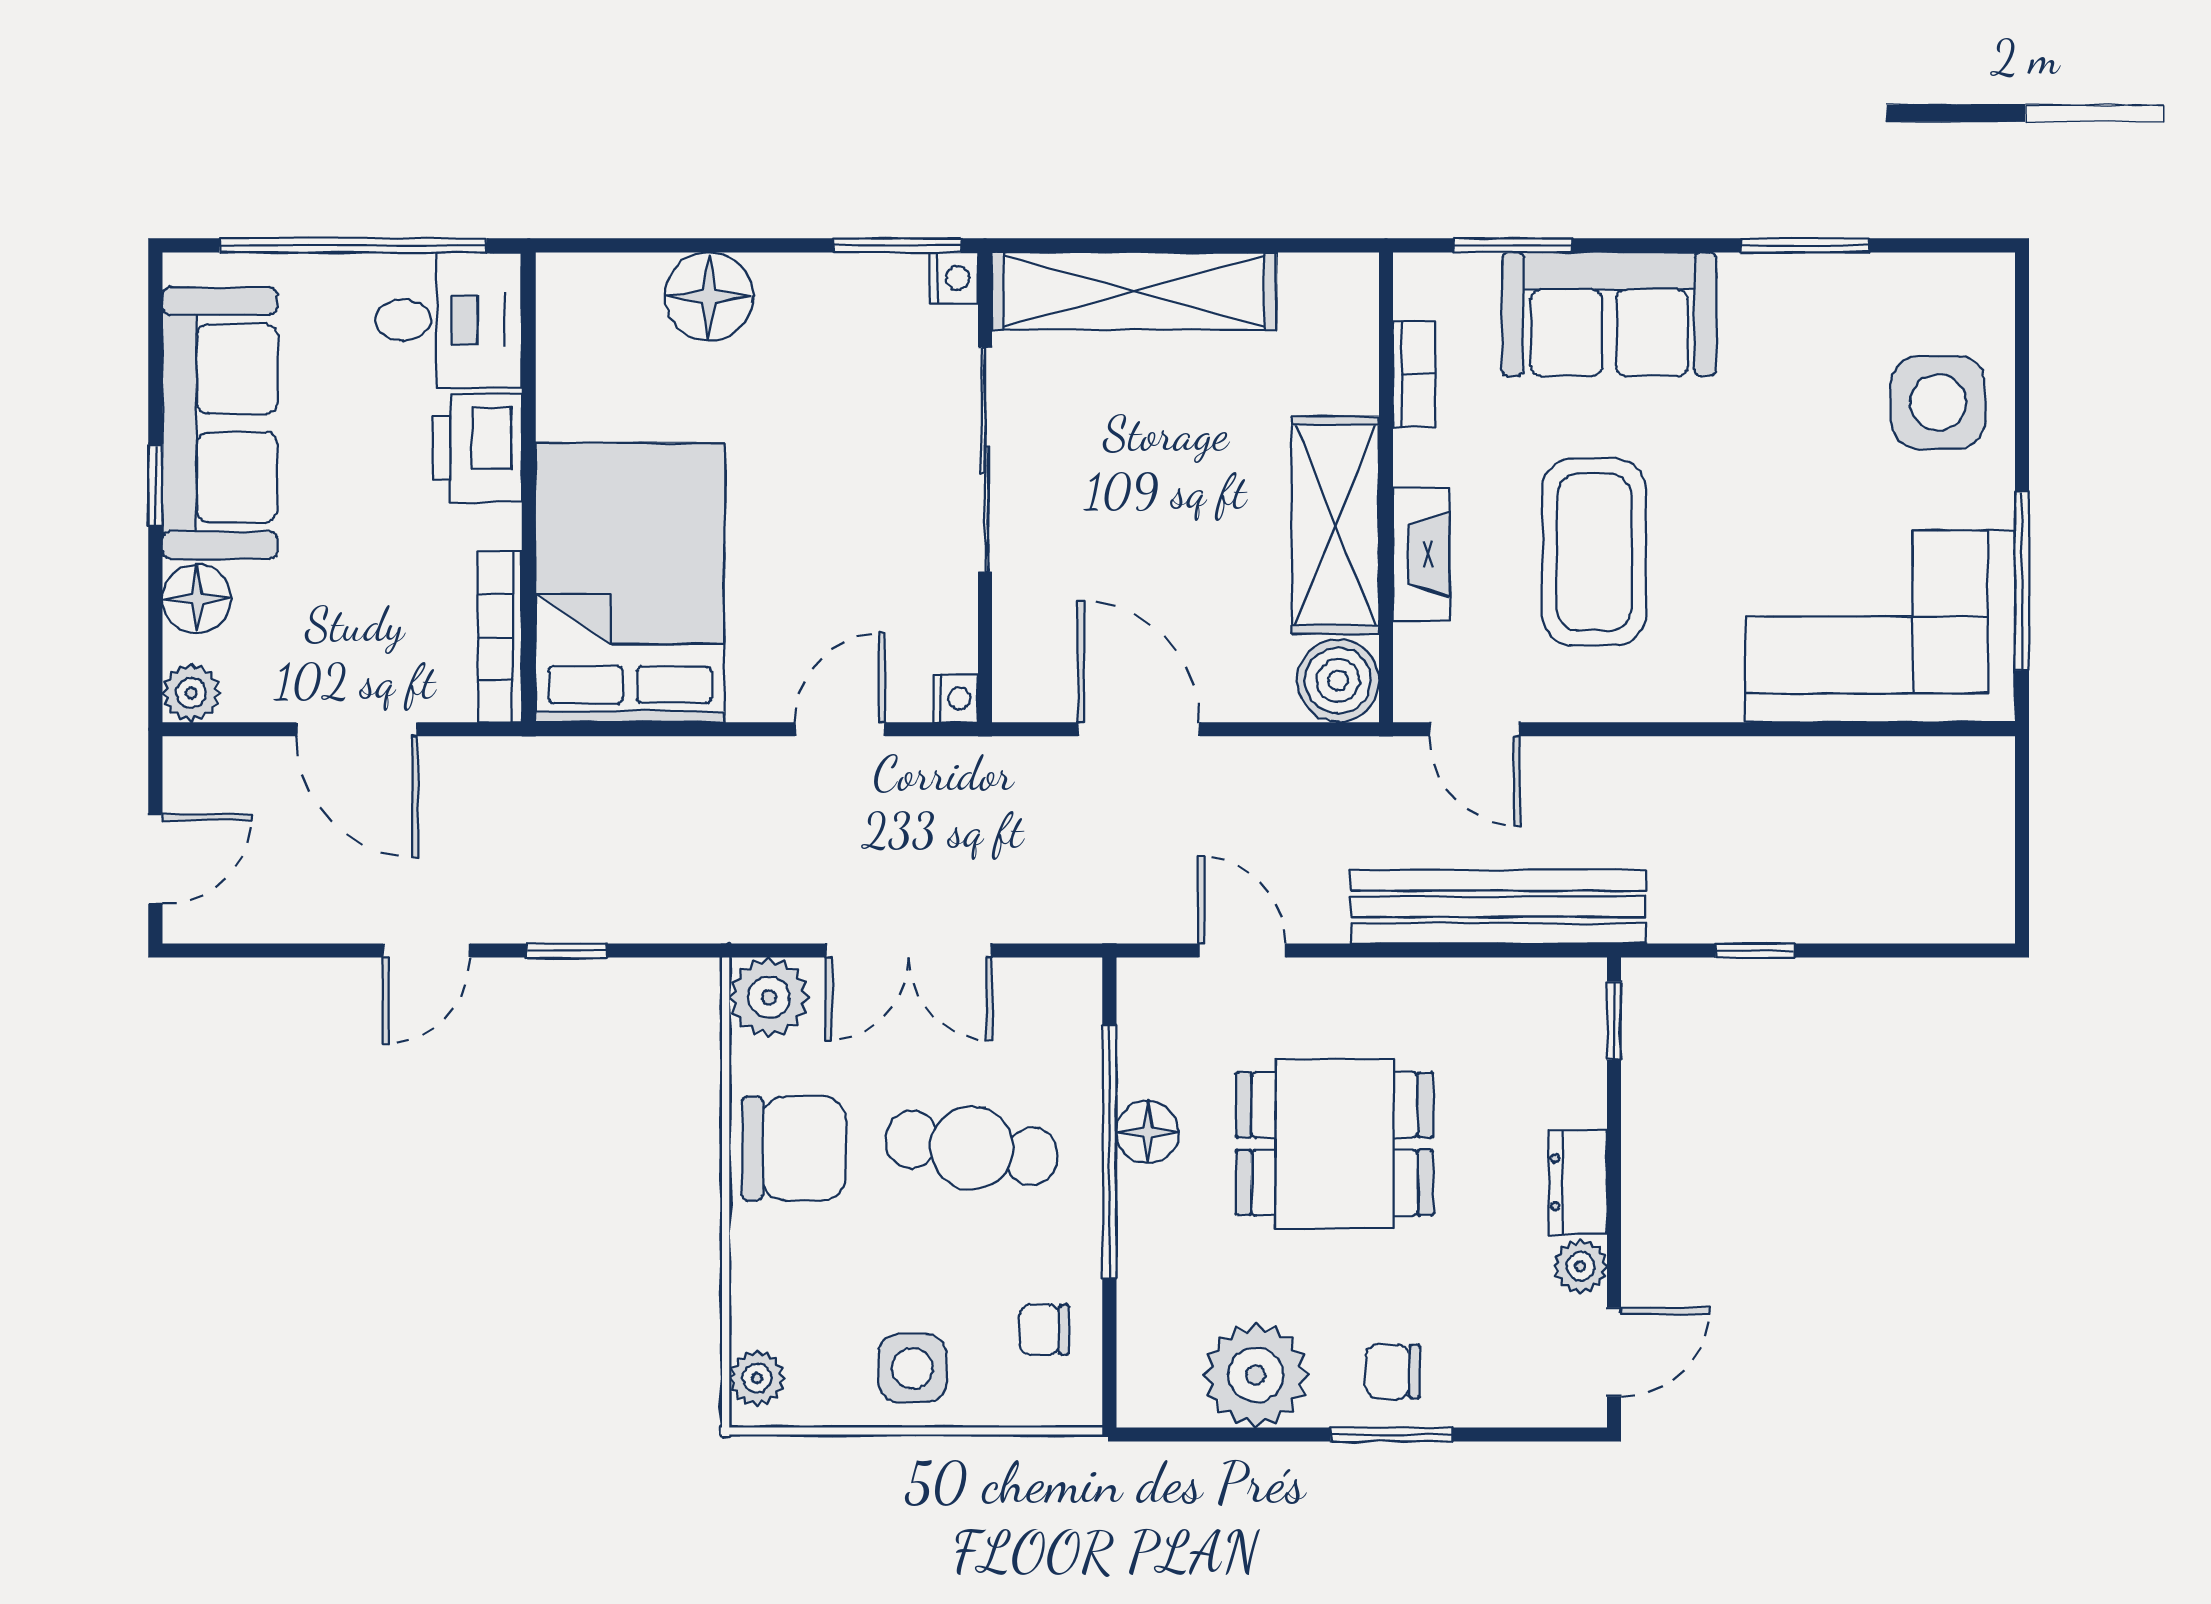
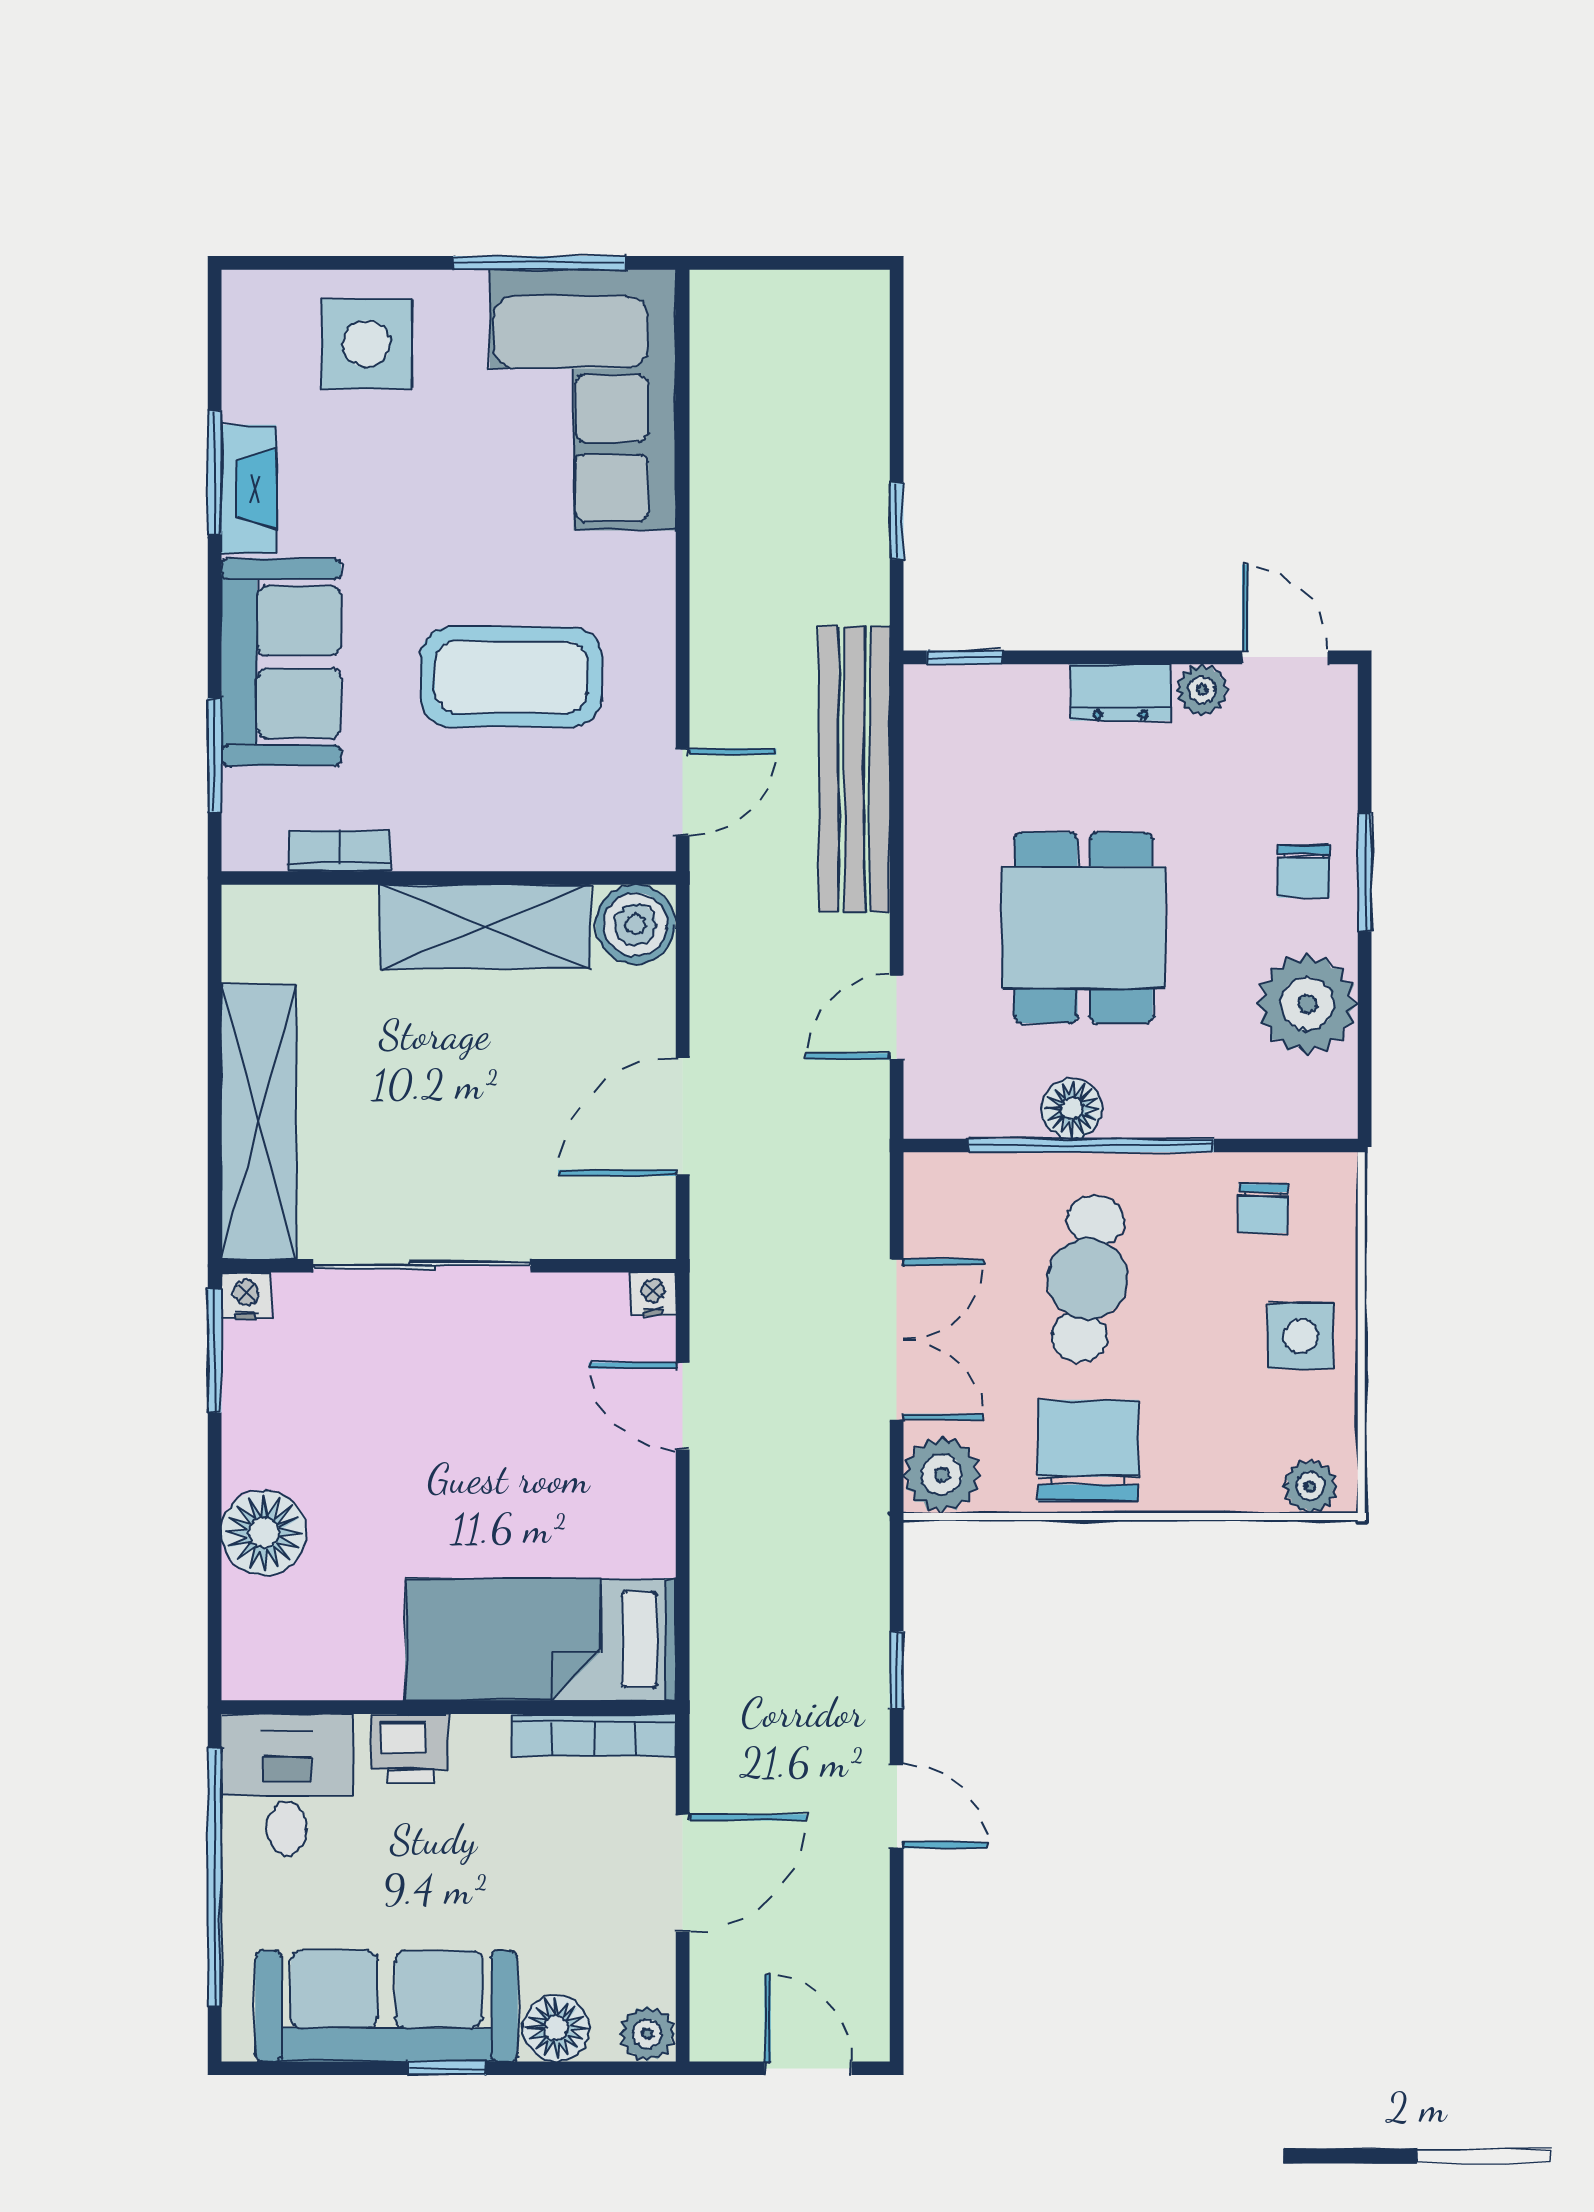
printer: (477, 448) -> (410, 1749), width x0.73, depth x0.81
fireplace: (1421, 554) -> (249, 489), moved, turned 90
bed: (630, 583) -> (541, 1640), width x0.67

